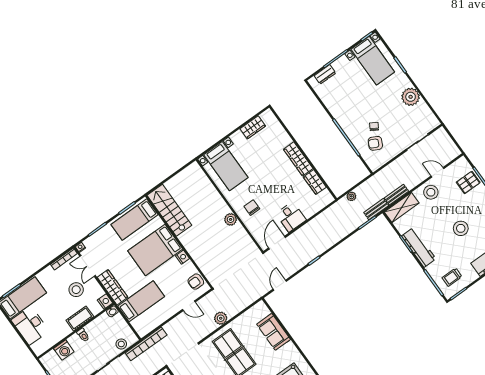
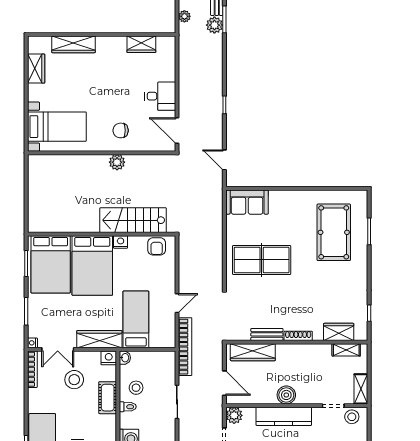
wardrobe: (298, 159) -> (74, 44), moved
stairs: (169, 210) -> (133, 220), moved
bed: (134, 220) -> (51, 264), width x1.50
door: (189, 306) -> (177, 303), moved
plant: (221, 318) -> (214, 25), moved
sofa: (274, 332) -> (247, 202), moved
stool: (121, 344) -> (136, 388), moved

